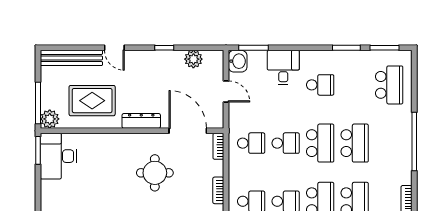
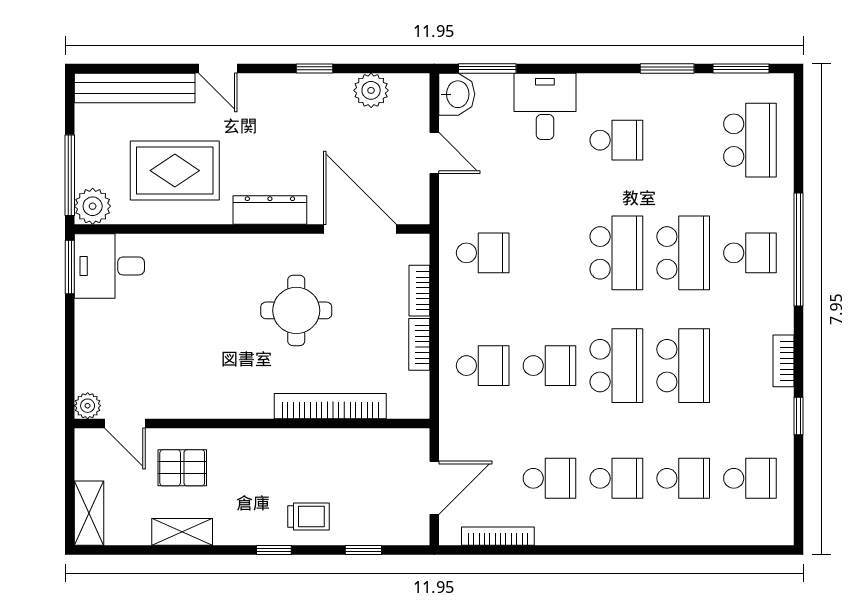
school desk: (286, 143) -> (750, 253), moved
bookcase: (218, 146) -> (419, 291), moved
desk: (58, 156) -> (109, 266), width x0.73

